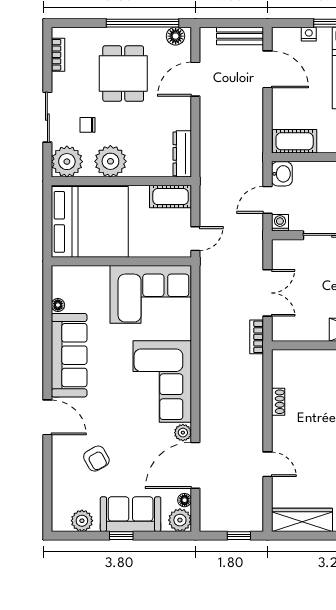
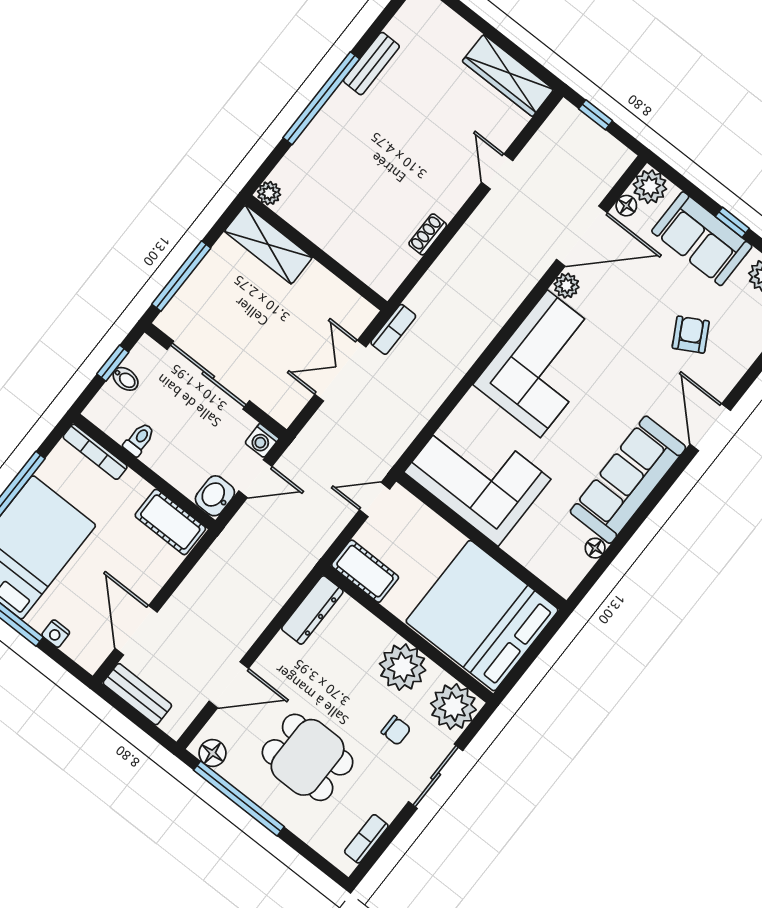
dining table: (123, 74) -> (308, 757), turned 90

